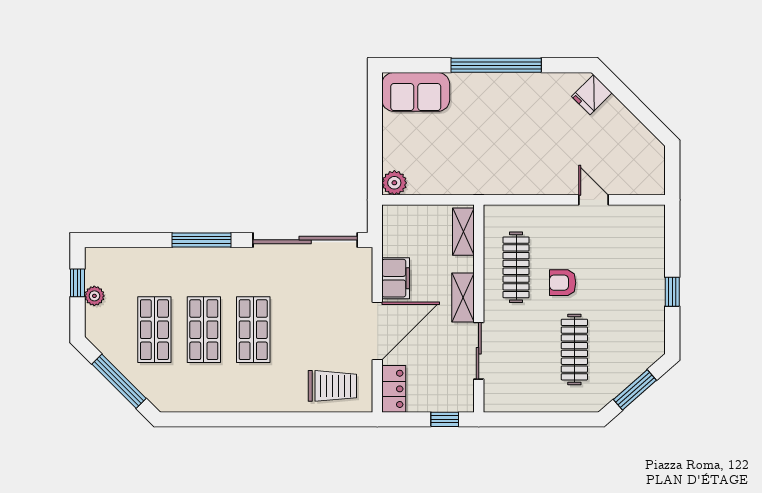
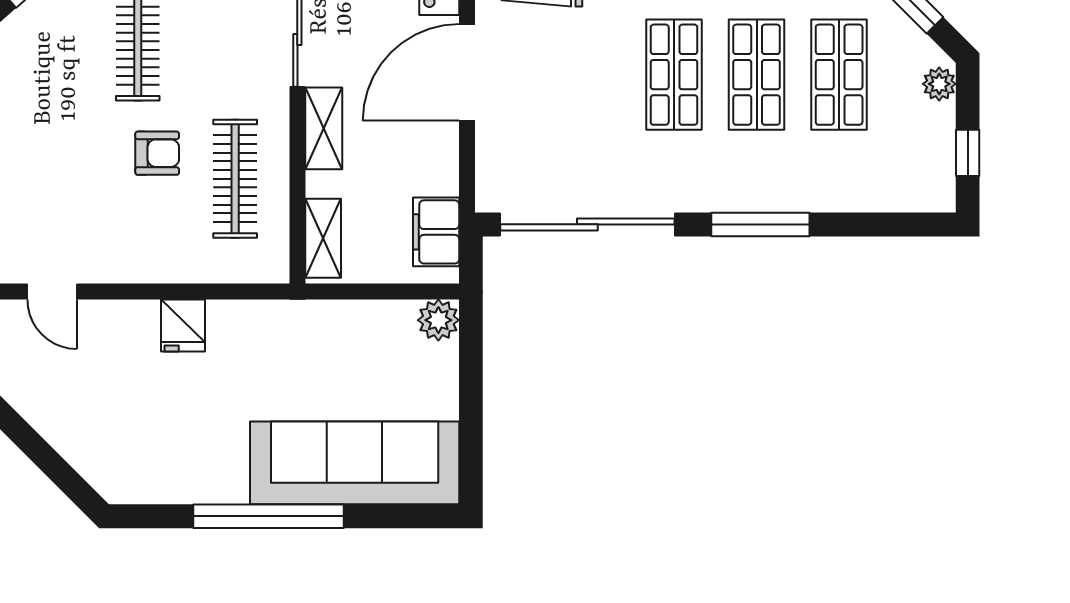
sofa: (416, 92) -> (355, 463), width x1.85, depth x1.27
fridge: (592, 95) -> (183, 325), moved, turned 135
door: (593, 200) -> (52, 291), moved
filing cabinet: (396, 278) -> (436, 232), moved
plant: (94, 296) -> (939, 84), moved

